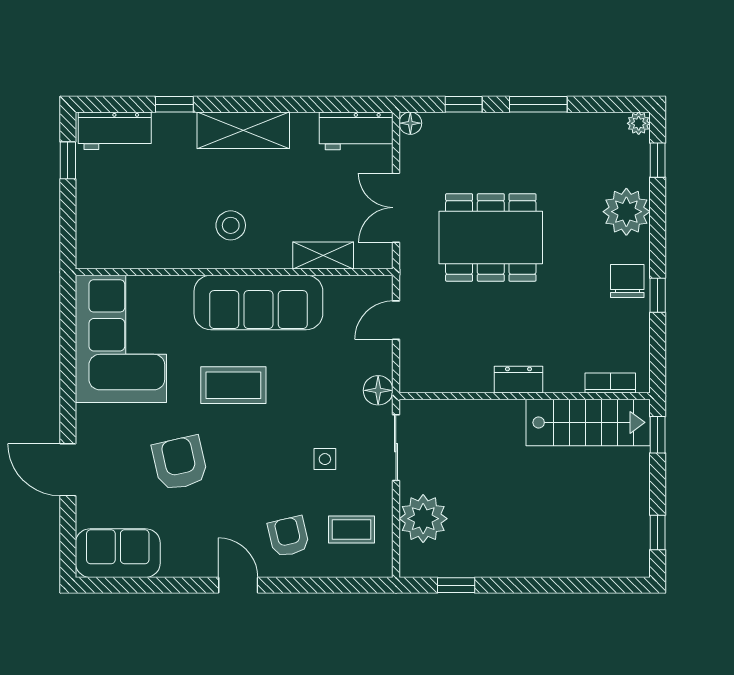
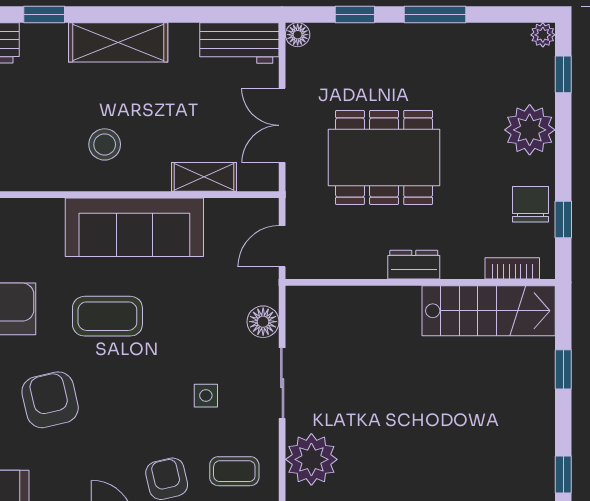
dresser: (518, 380) -> (414, 265), moved
bookcase: (610, 383) -> (512, 268), moved
wall: (525, 396) -> (420, 282), moved
stairs: (588, 422) -> (489, 311), moved

